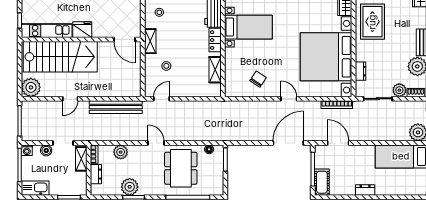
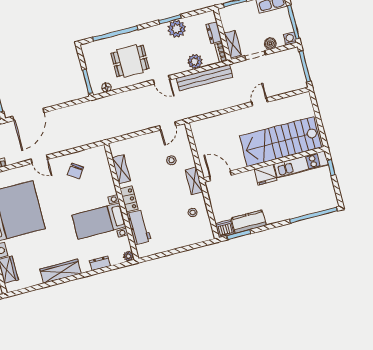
plant: (31, 87) -> (302, 103), removed
bench: (116, 107) -> (204, 78), moved
dining table: (181, 168) -> (130, 61), width x0.73

